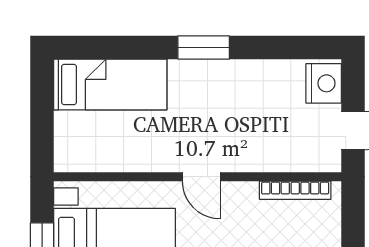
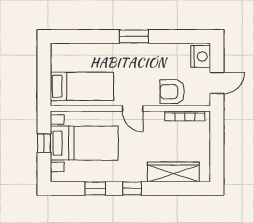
bed: (110, 85) -> (82, 86), moved
armchair: (273, 147) -> (172, 92), added

